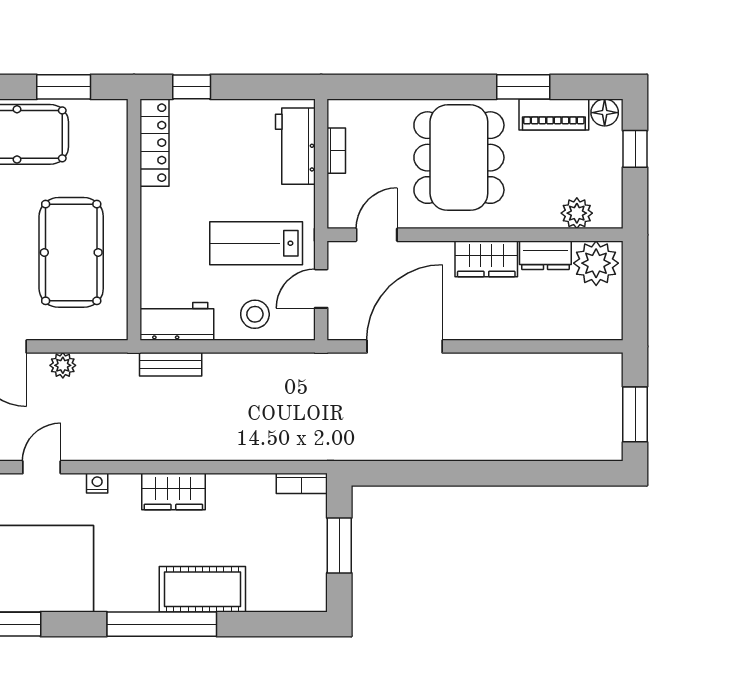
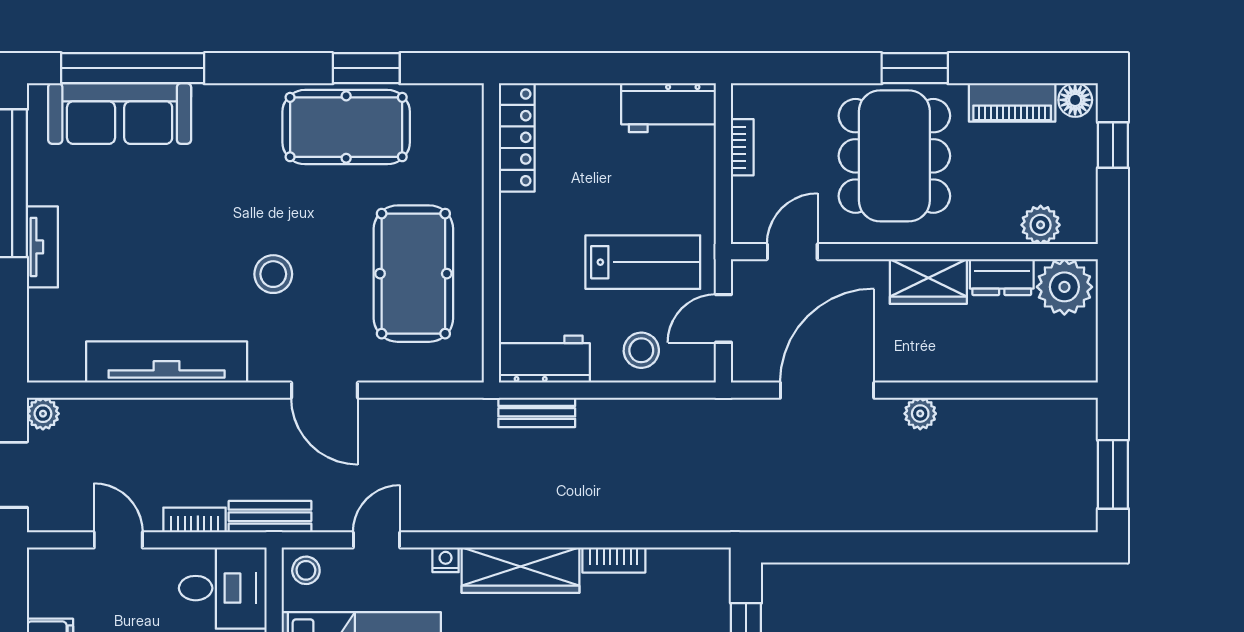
window: (64, 87) -> (366, 68), moved
window: (192, 87) -> (563, 68), removed
window: (523, 87) -> (915, 68), moved
workbench: (295, 146) -> (669, 108), moved, turned -90
lab bench: (256, 243) -> (643, 262), turned 180
plant: (63, 365) -> (920, 414), moved
bookcase: (302, 483) -> (614, 560), moved
wardrobe: (173, 492) -> (521, 570), width x1.50

